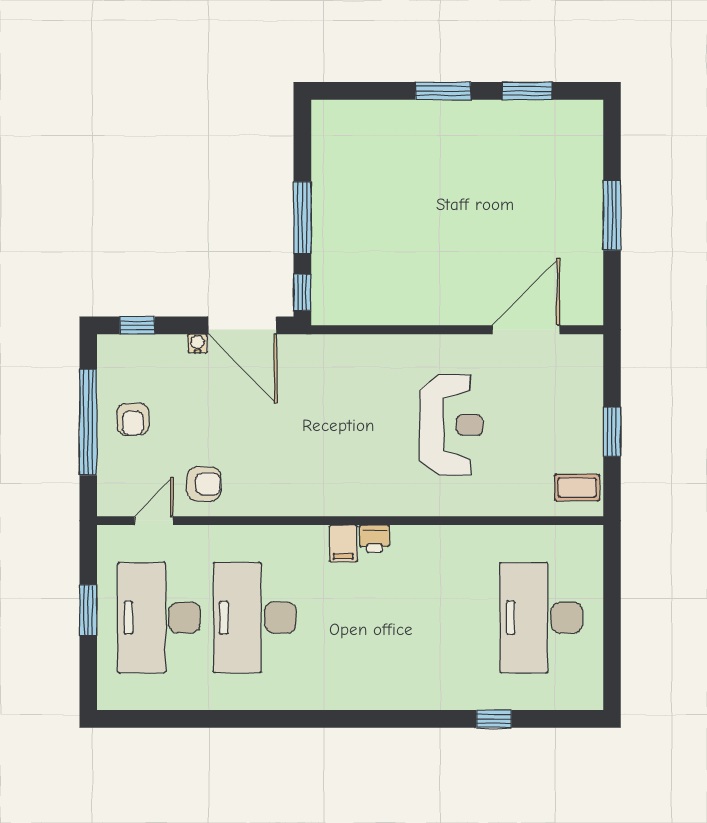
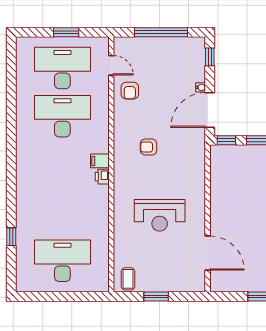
armchair: (133, 419) -> (149, 147), moved

